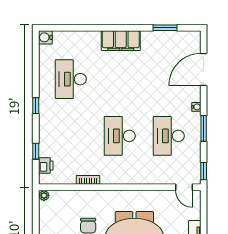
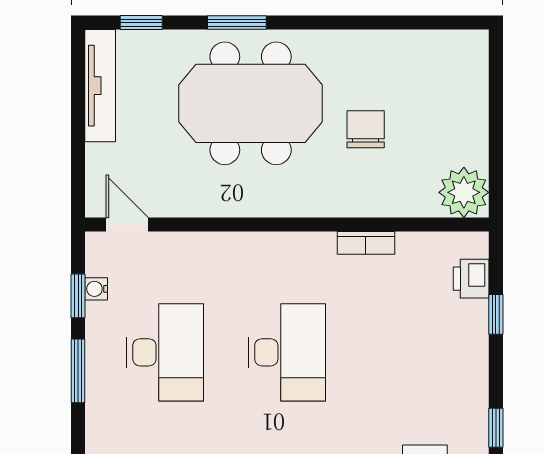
water cooler: (196, 107) -> (96, 289), moved
window: (204, 171) -> (78, 296), moved
plant: (44, 195) -> (464, 192), width x1.88, depth x1.88

